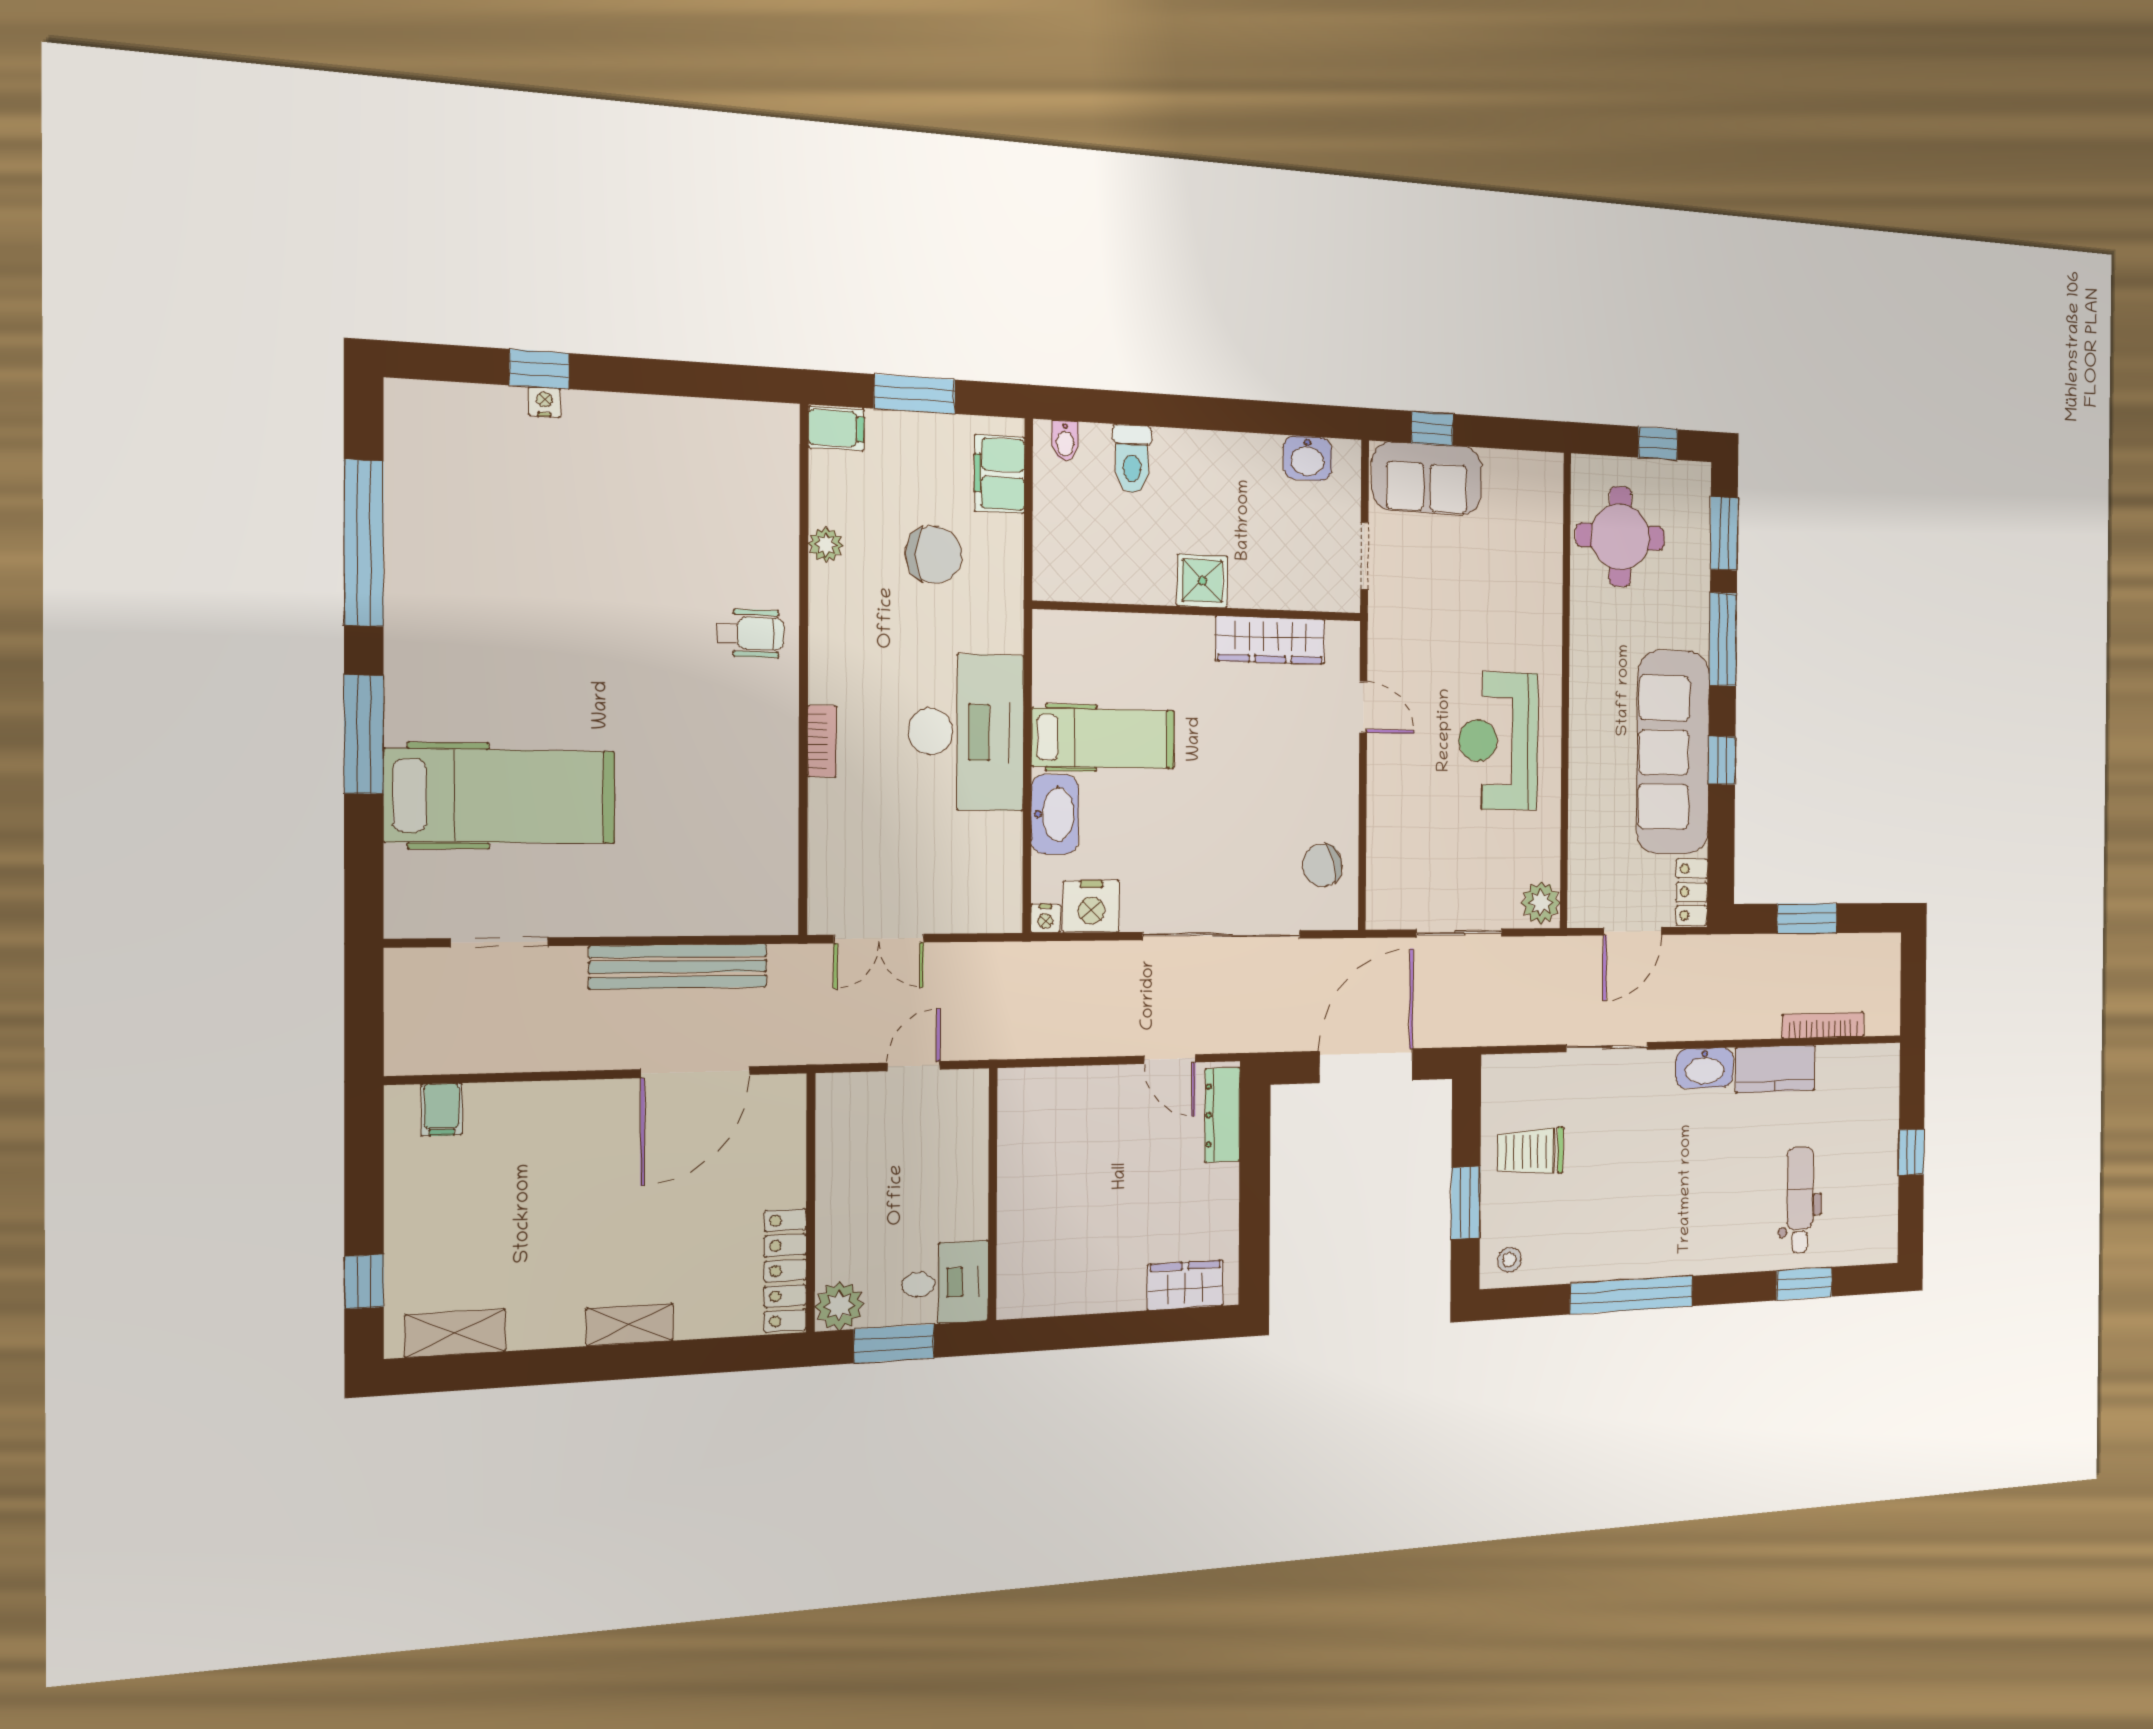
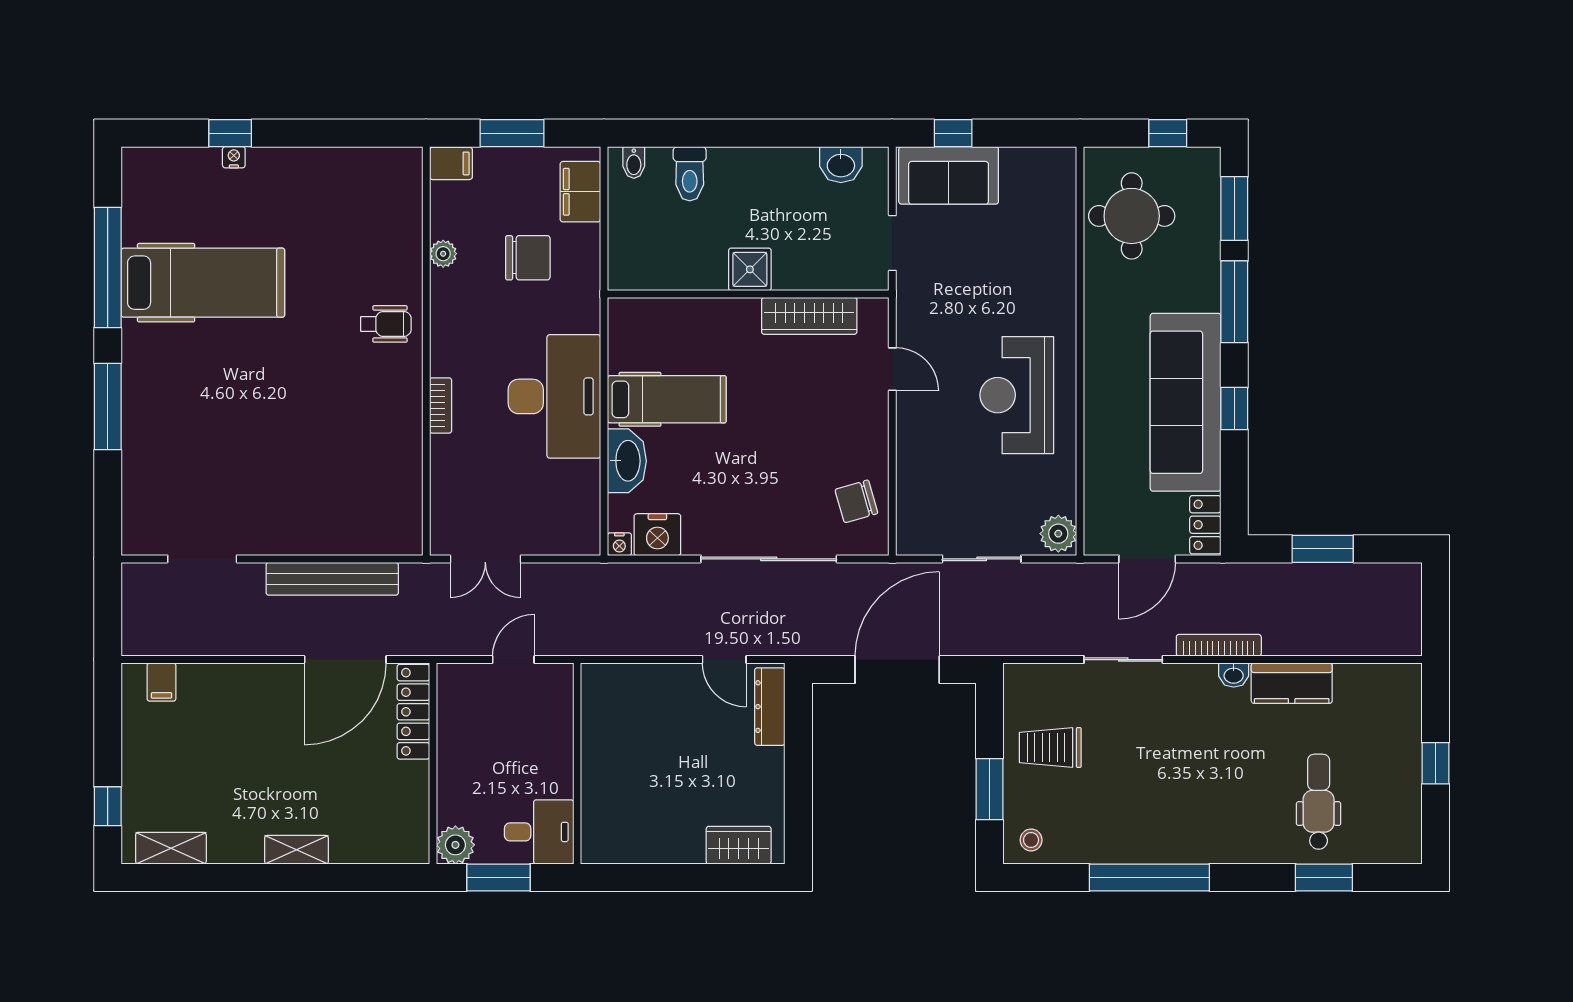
hospital bed: (501, 796) -> (203, 283), moved
bookcase: (1823, 1025) -> (1219, 645), moved
washbasin: (1705, 1068) -> (1234, 675), width x0.52, depth x0.69
locker: (785, 1271) -> (413, 712), moved

